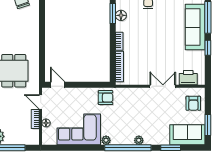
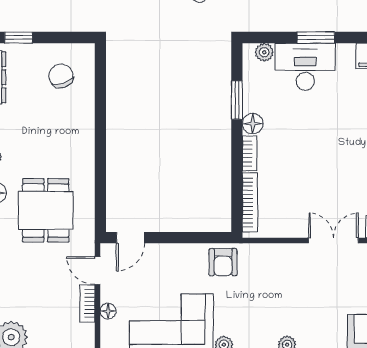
floor lamp: (121, 15) -> (253, 124), moved
door: (58, 85) -> (130, 238), swing flipped
armchair: (106, 98) -> (223, 262), turned 90

